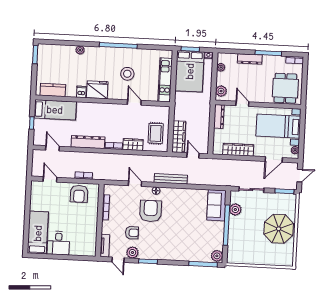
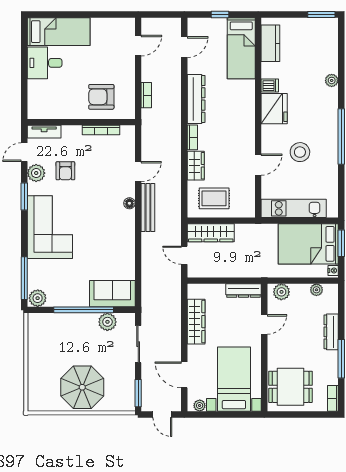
door: (193, 155) -> (184, 255), swing flipped
bench: (171, 179) -> (148, 207), moved
armchair: (79, 194) -> (101, 97), moved
armchair: (151, 211) -> (99, 197), removed
corner sofa: (169, 245) -> (50, 227), added

